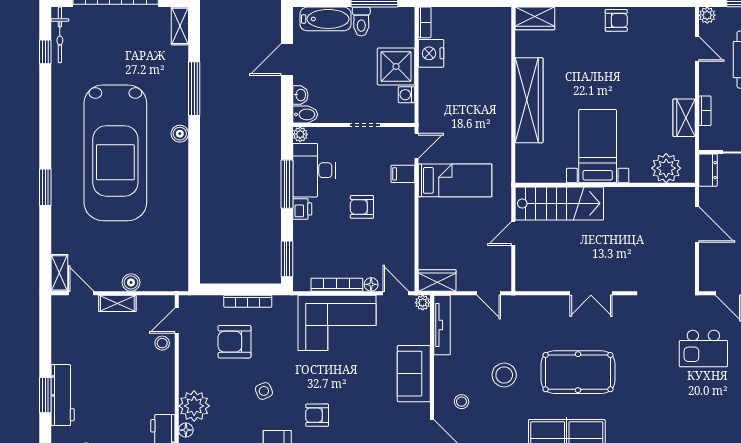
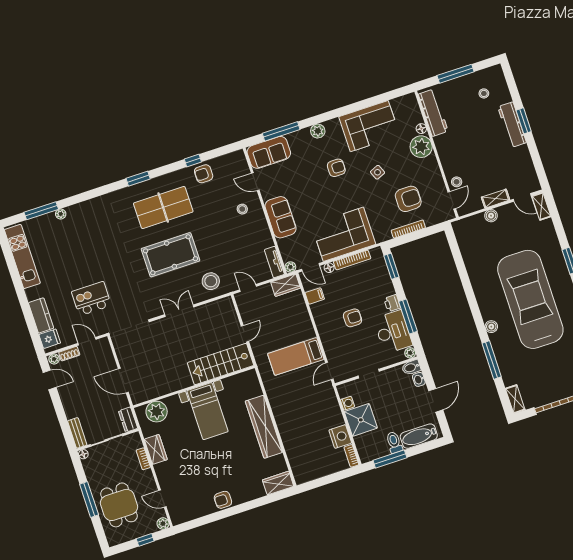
filing cabinet: (403, 174) -> (315, 296), moved
tv unit: (442, 325) -> (274, 262), width x0.71
stool: (504, 375) -> (211, 281), moved

